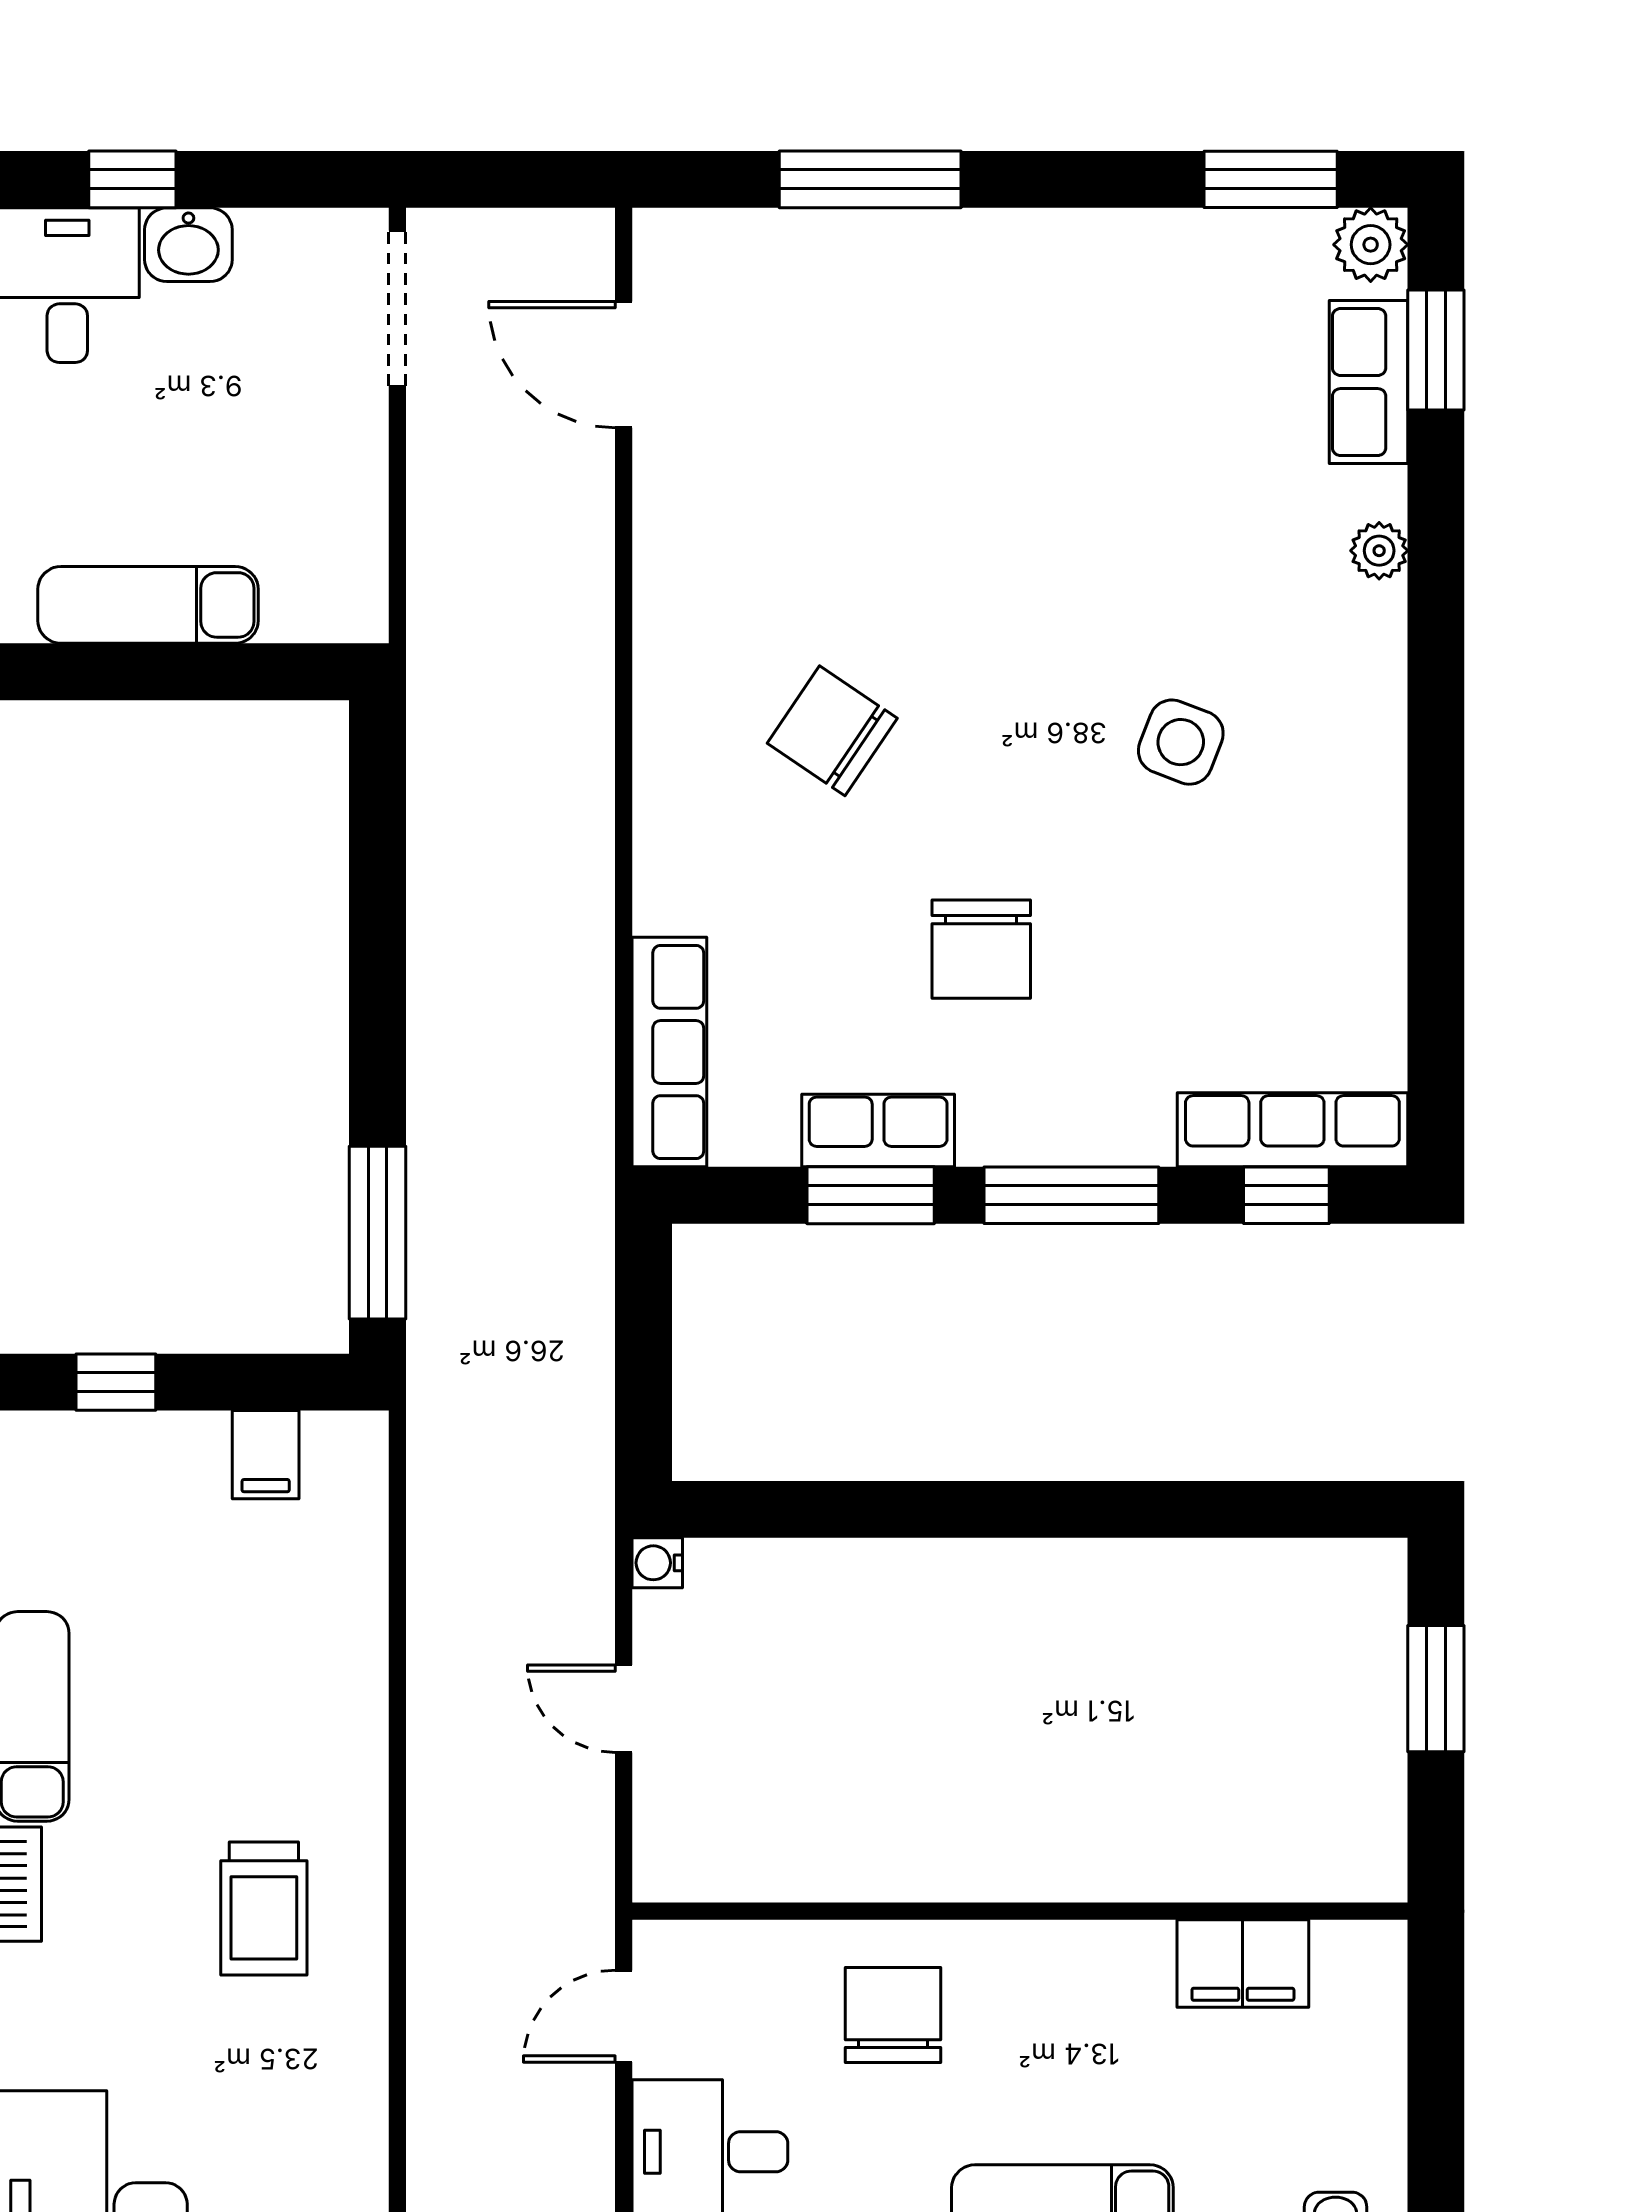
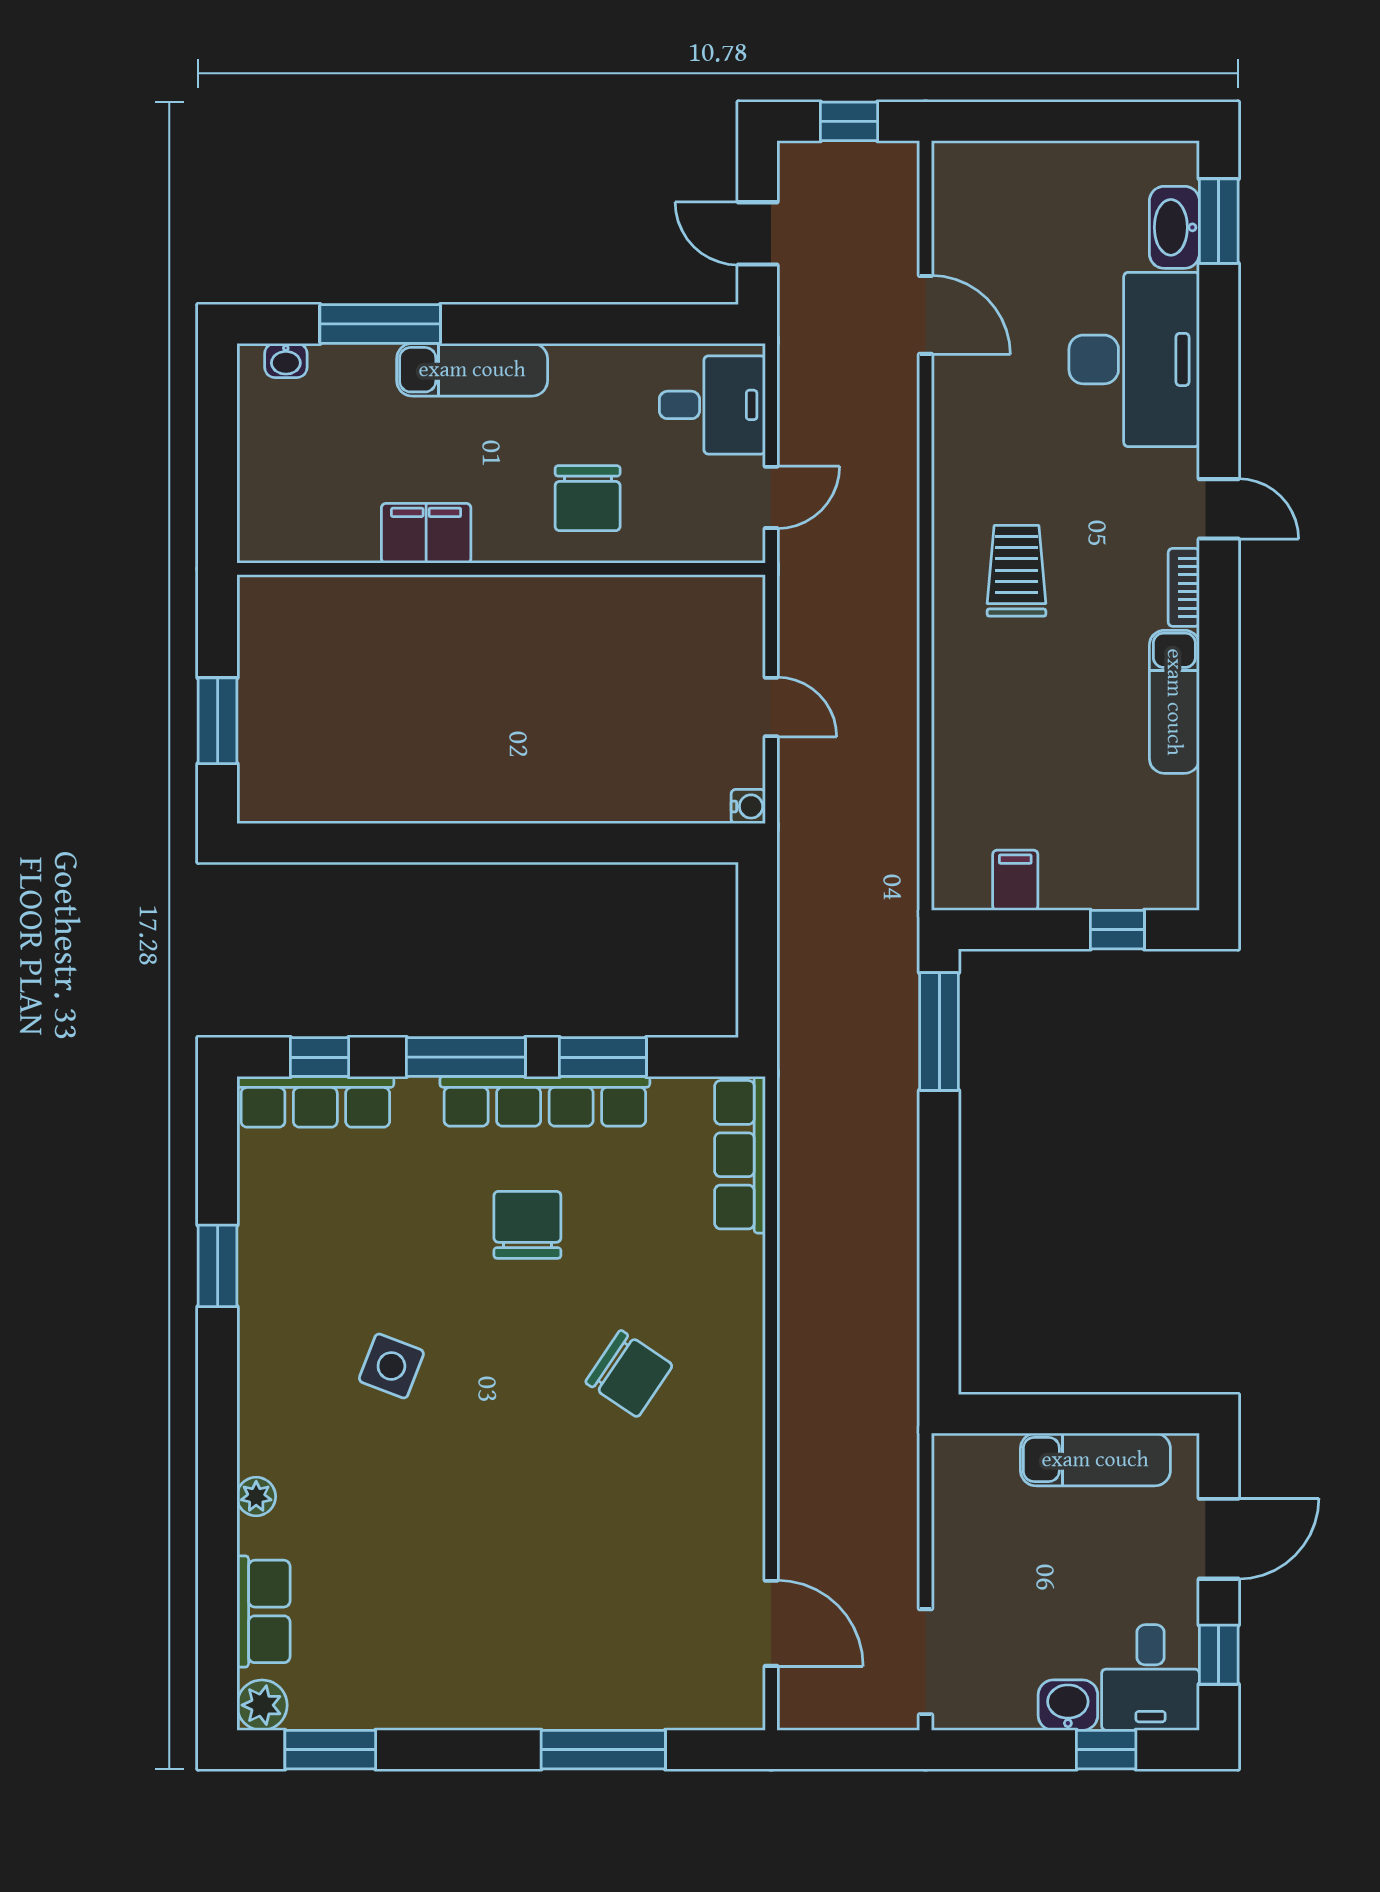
window: (1436, 350) -> (218, 1266), moved
row of seats: (878, 1130) -> (545, 1101), width x2.02
filing cabinet: (1243, 1964) -> (426, 533), moved

